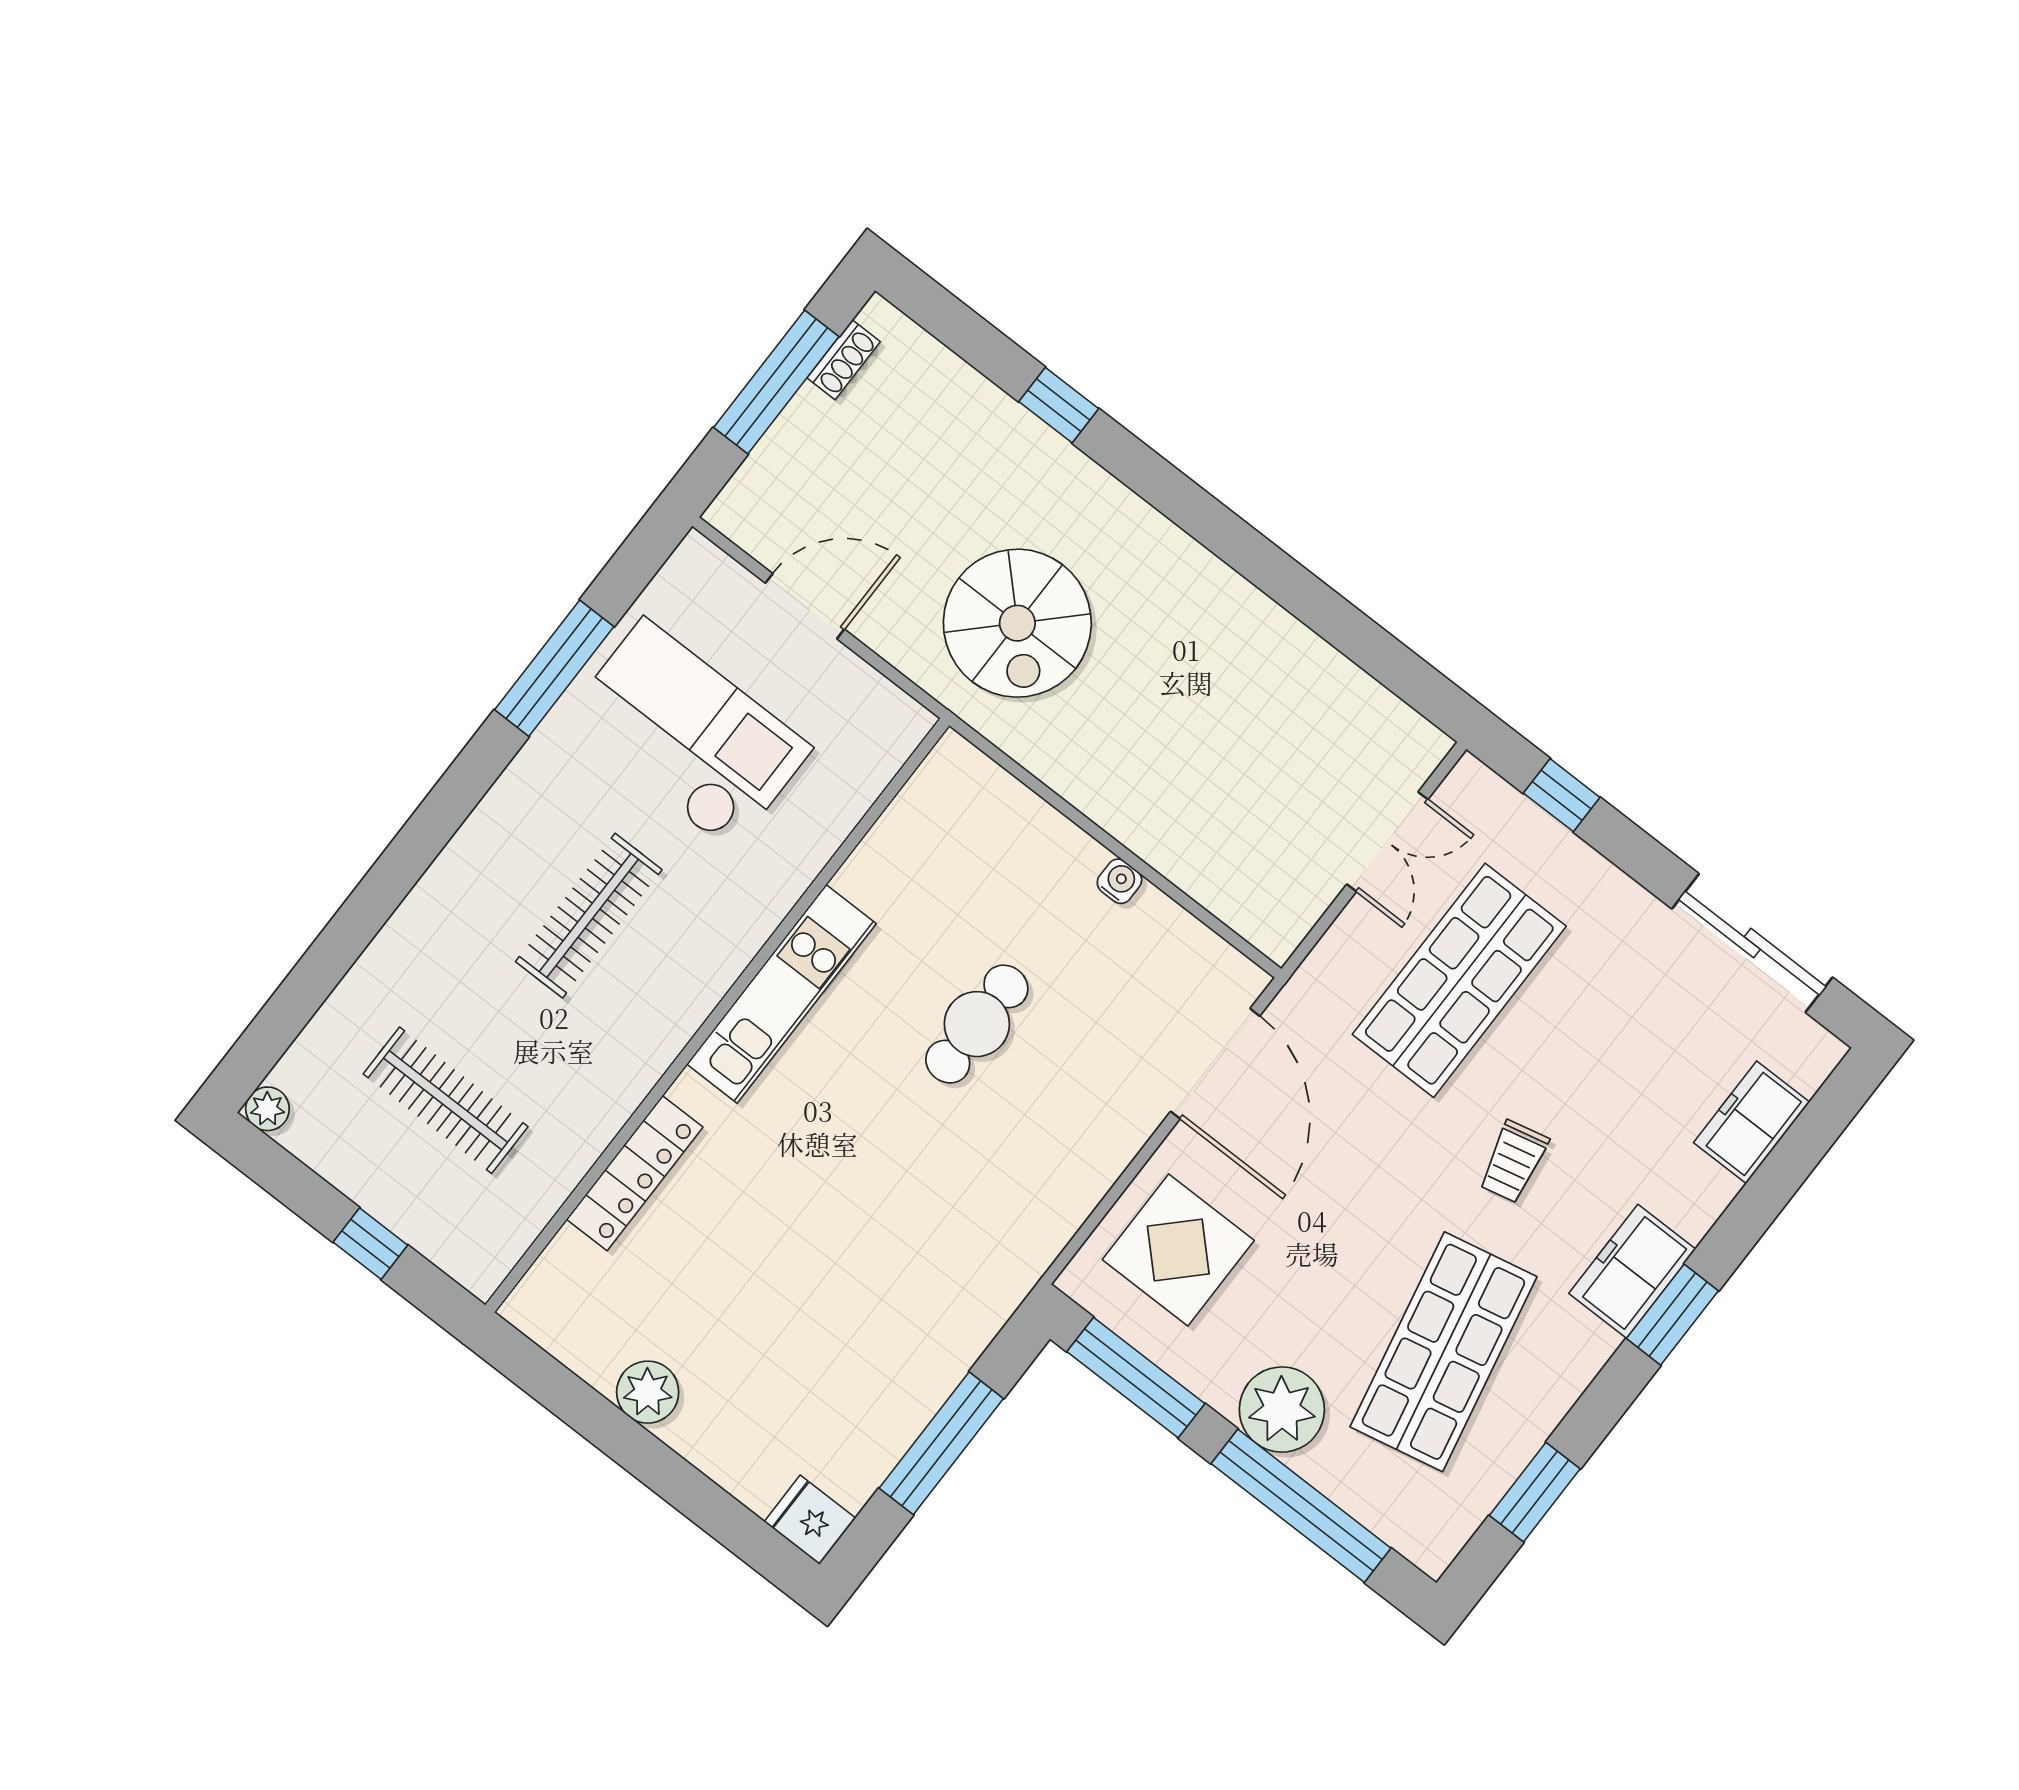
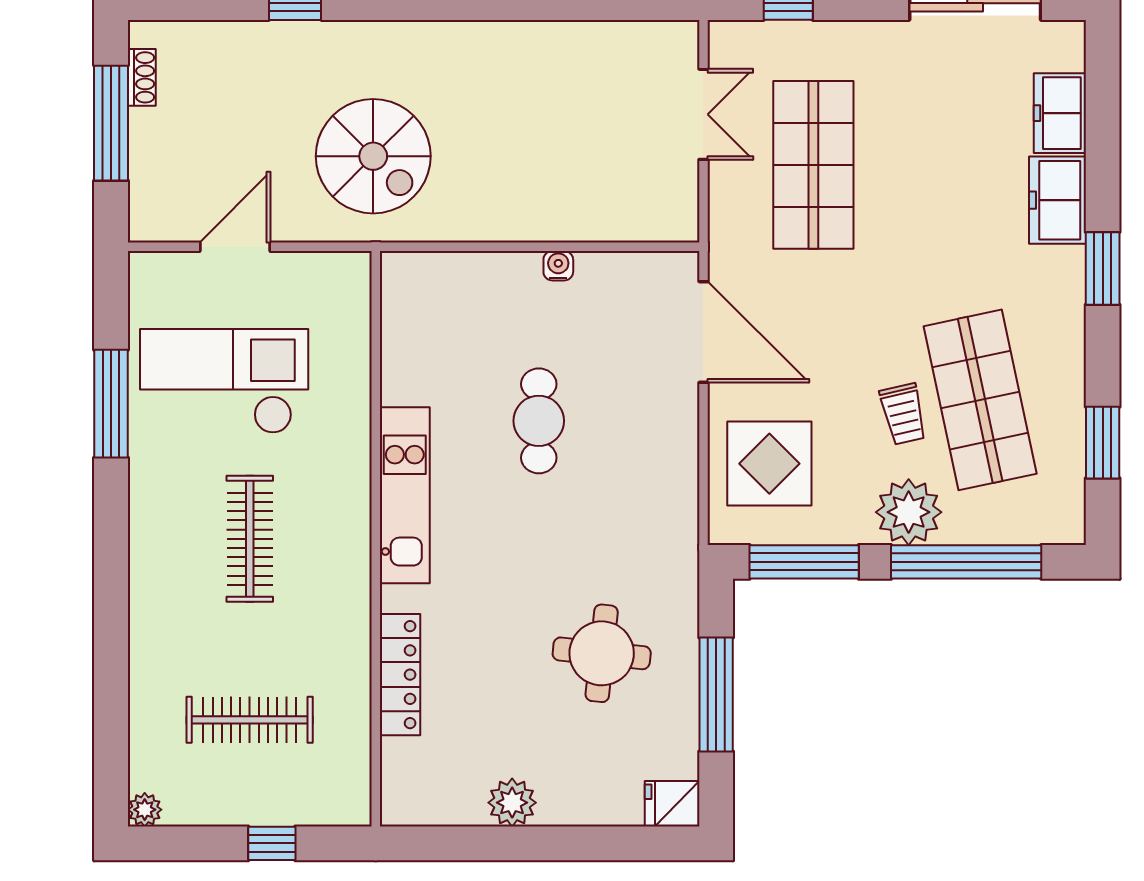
trolley: (1513, 1162) -> (903, 414), moved
freezer: (1632, 1271) -> (1057, 200), moved
round table: (857, 1311) -> (602, 653), added

